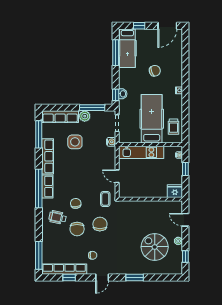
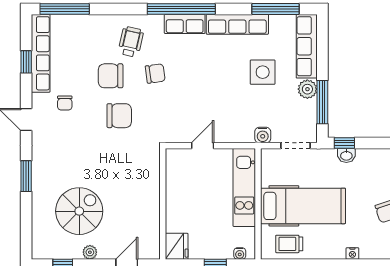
coffee table: (105, 199) -> (163, 125), removed

